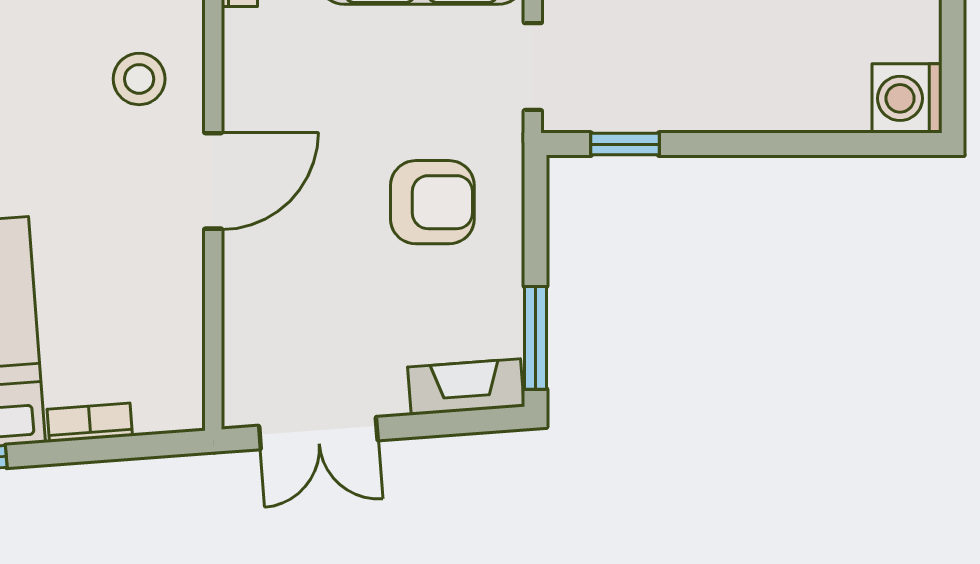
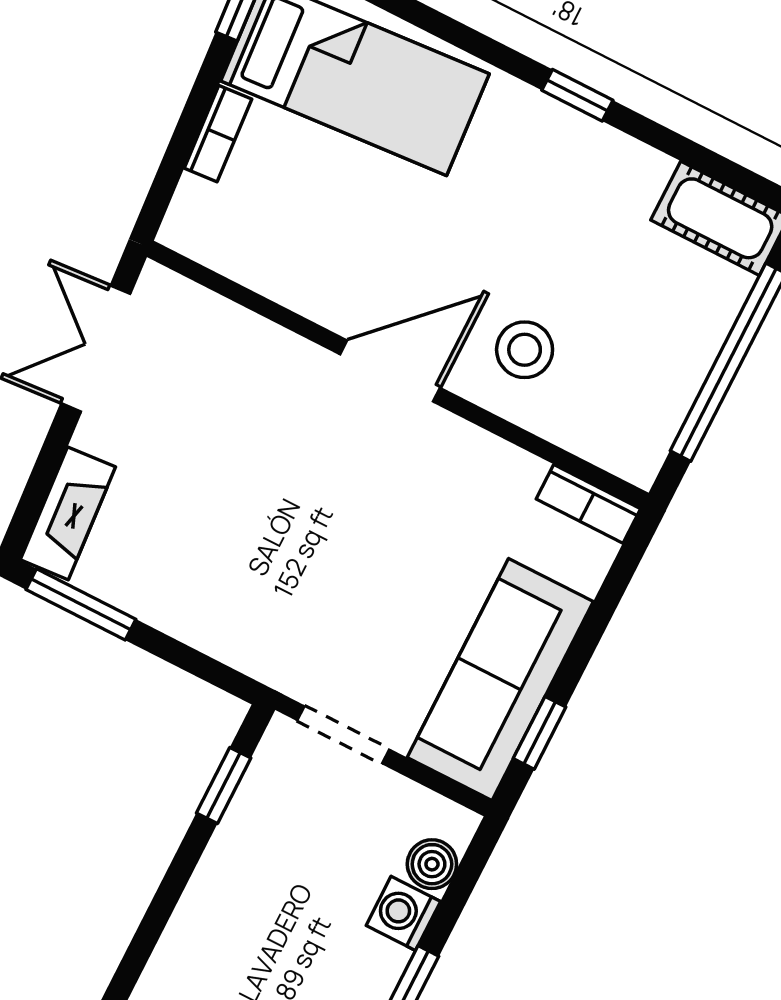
door: (213, 181) -> (390, 371), swing flipped
armchair: (432, 202) -> (262, 572), removed

